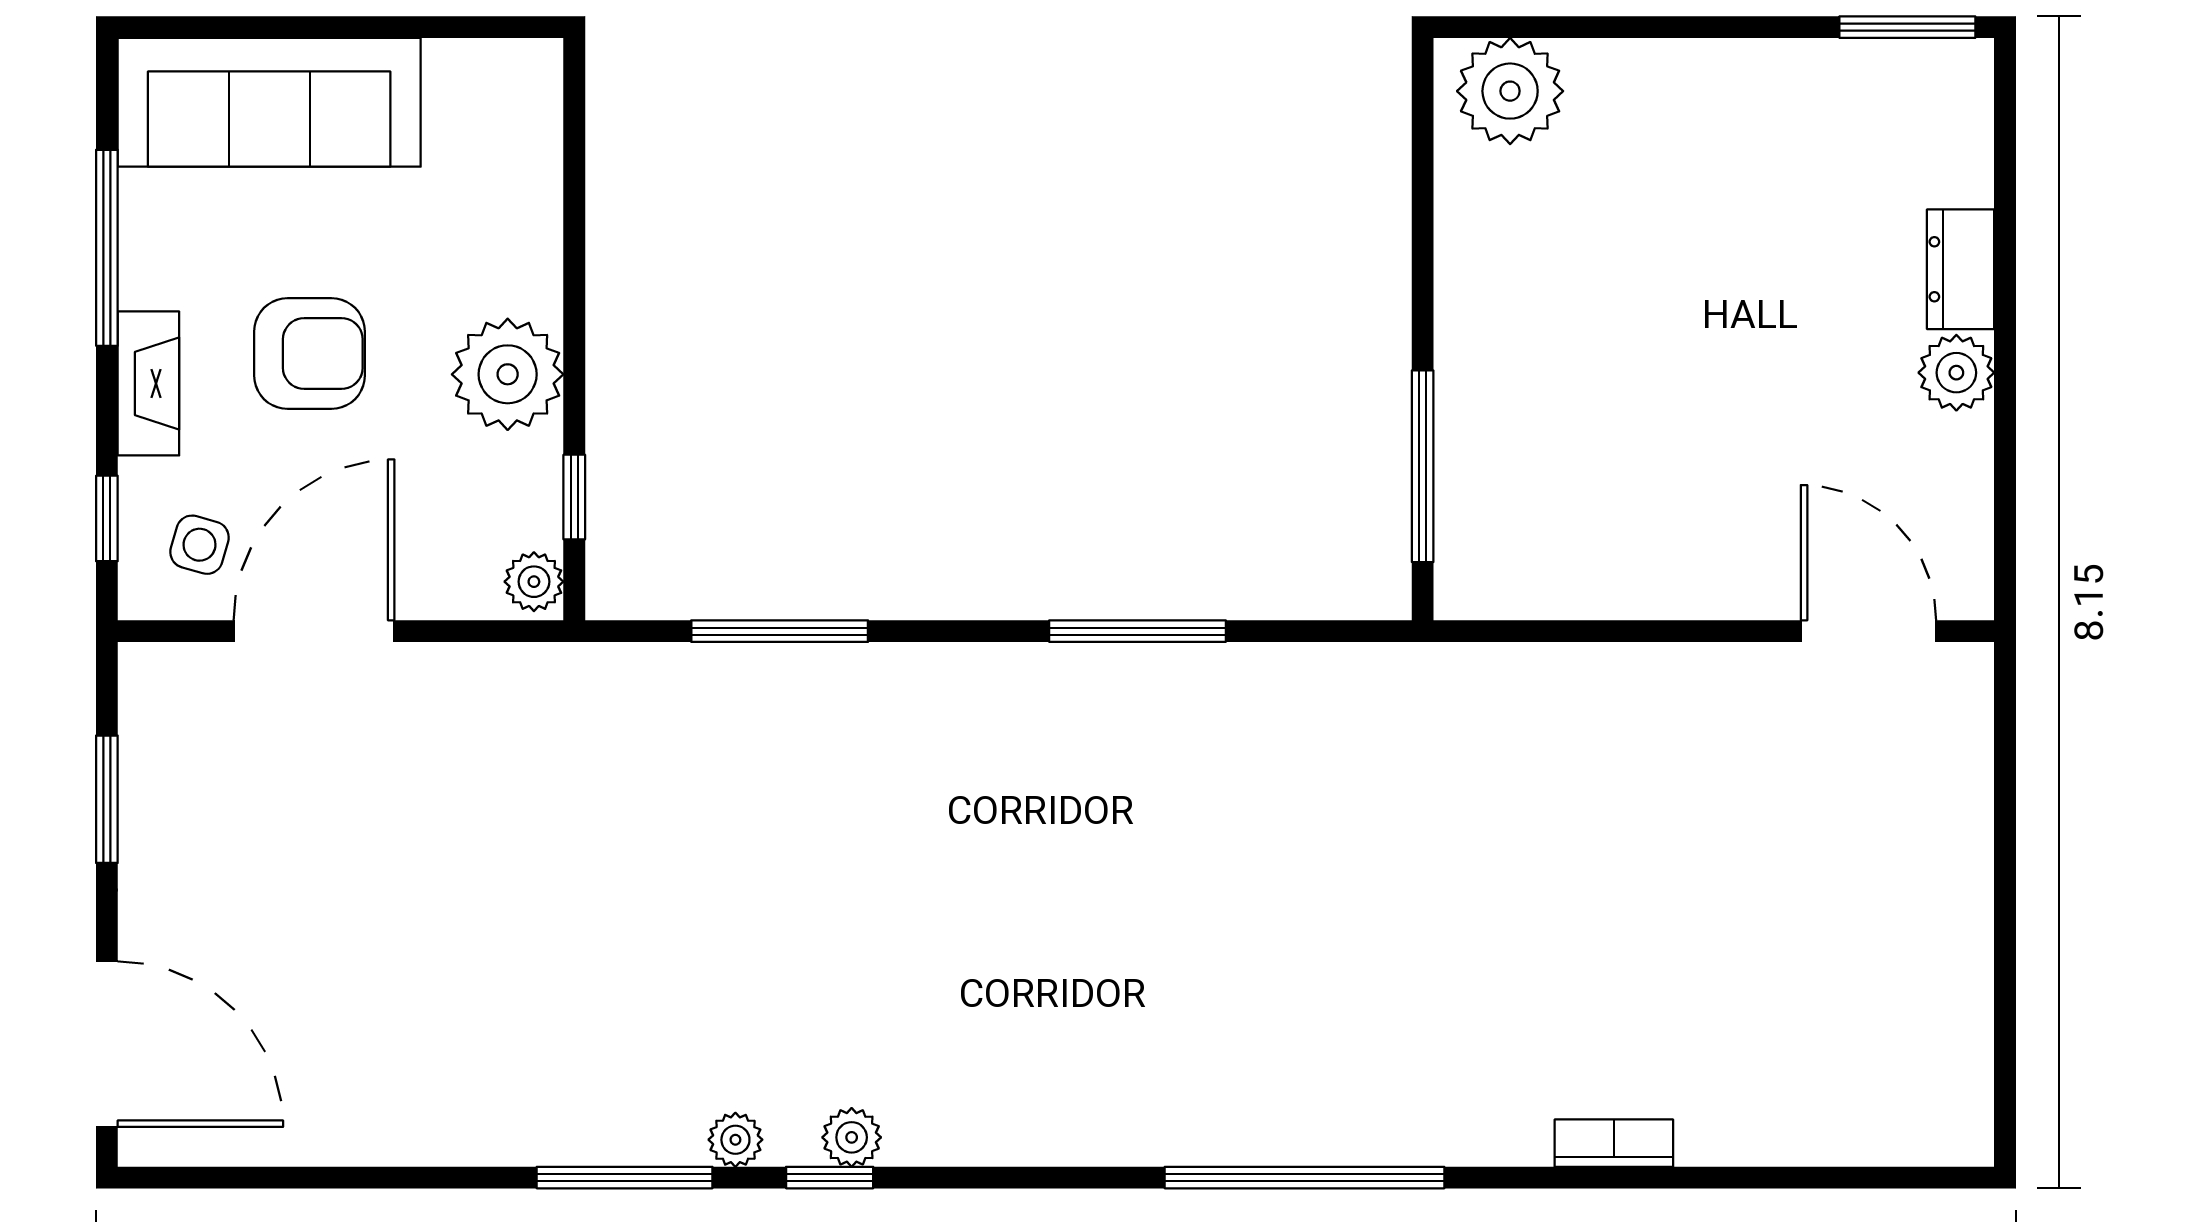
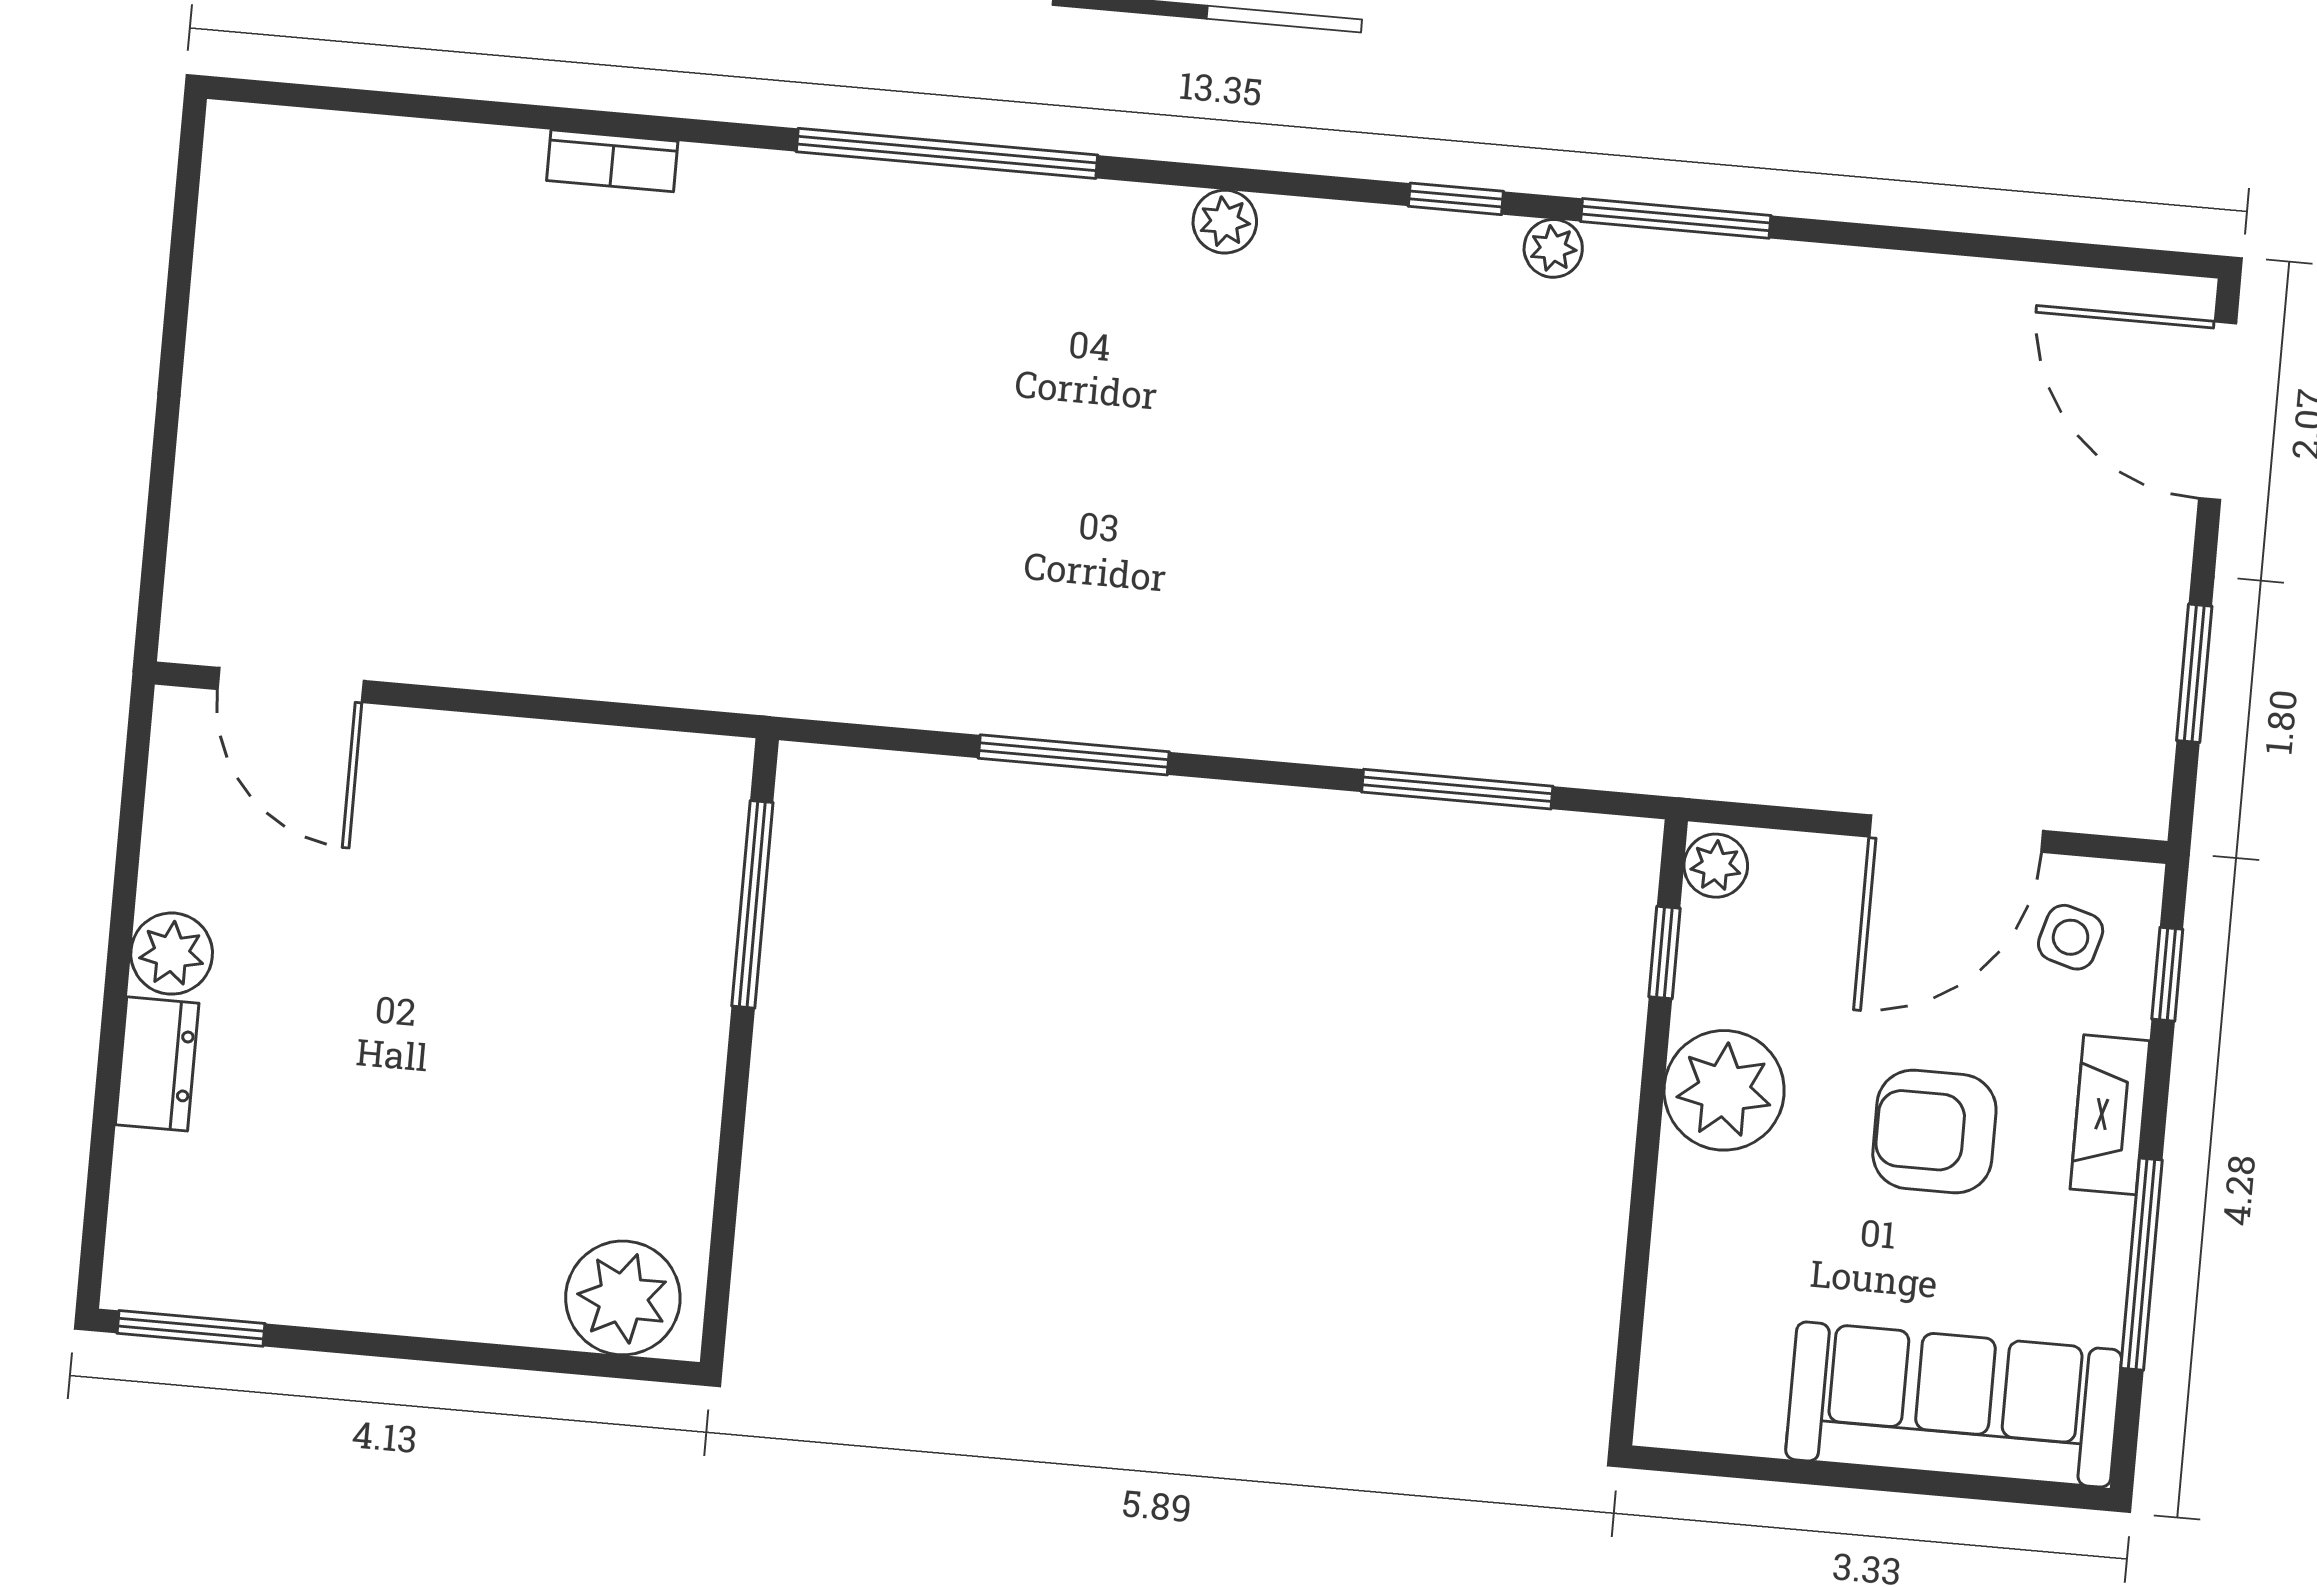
plant: (852, 1137) -> (1225, 222), moved

